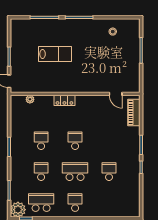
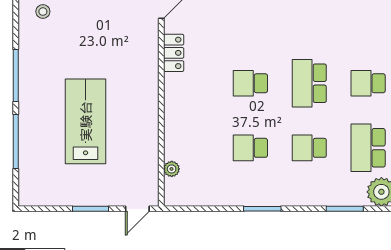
lab bench: (55, 54) -> (86, 121), width x1.36, depth x1.39
locker: (64, 100) -> (174, 53), moved
school desk: (109, 172) -> (309, 19), removed

